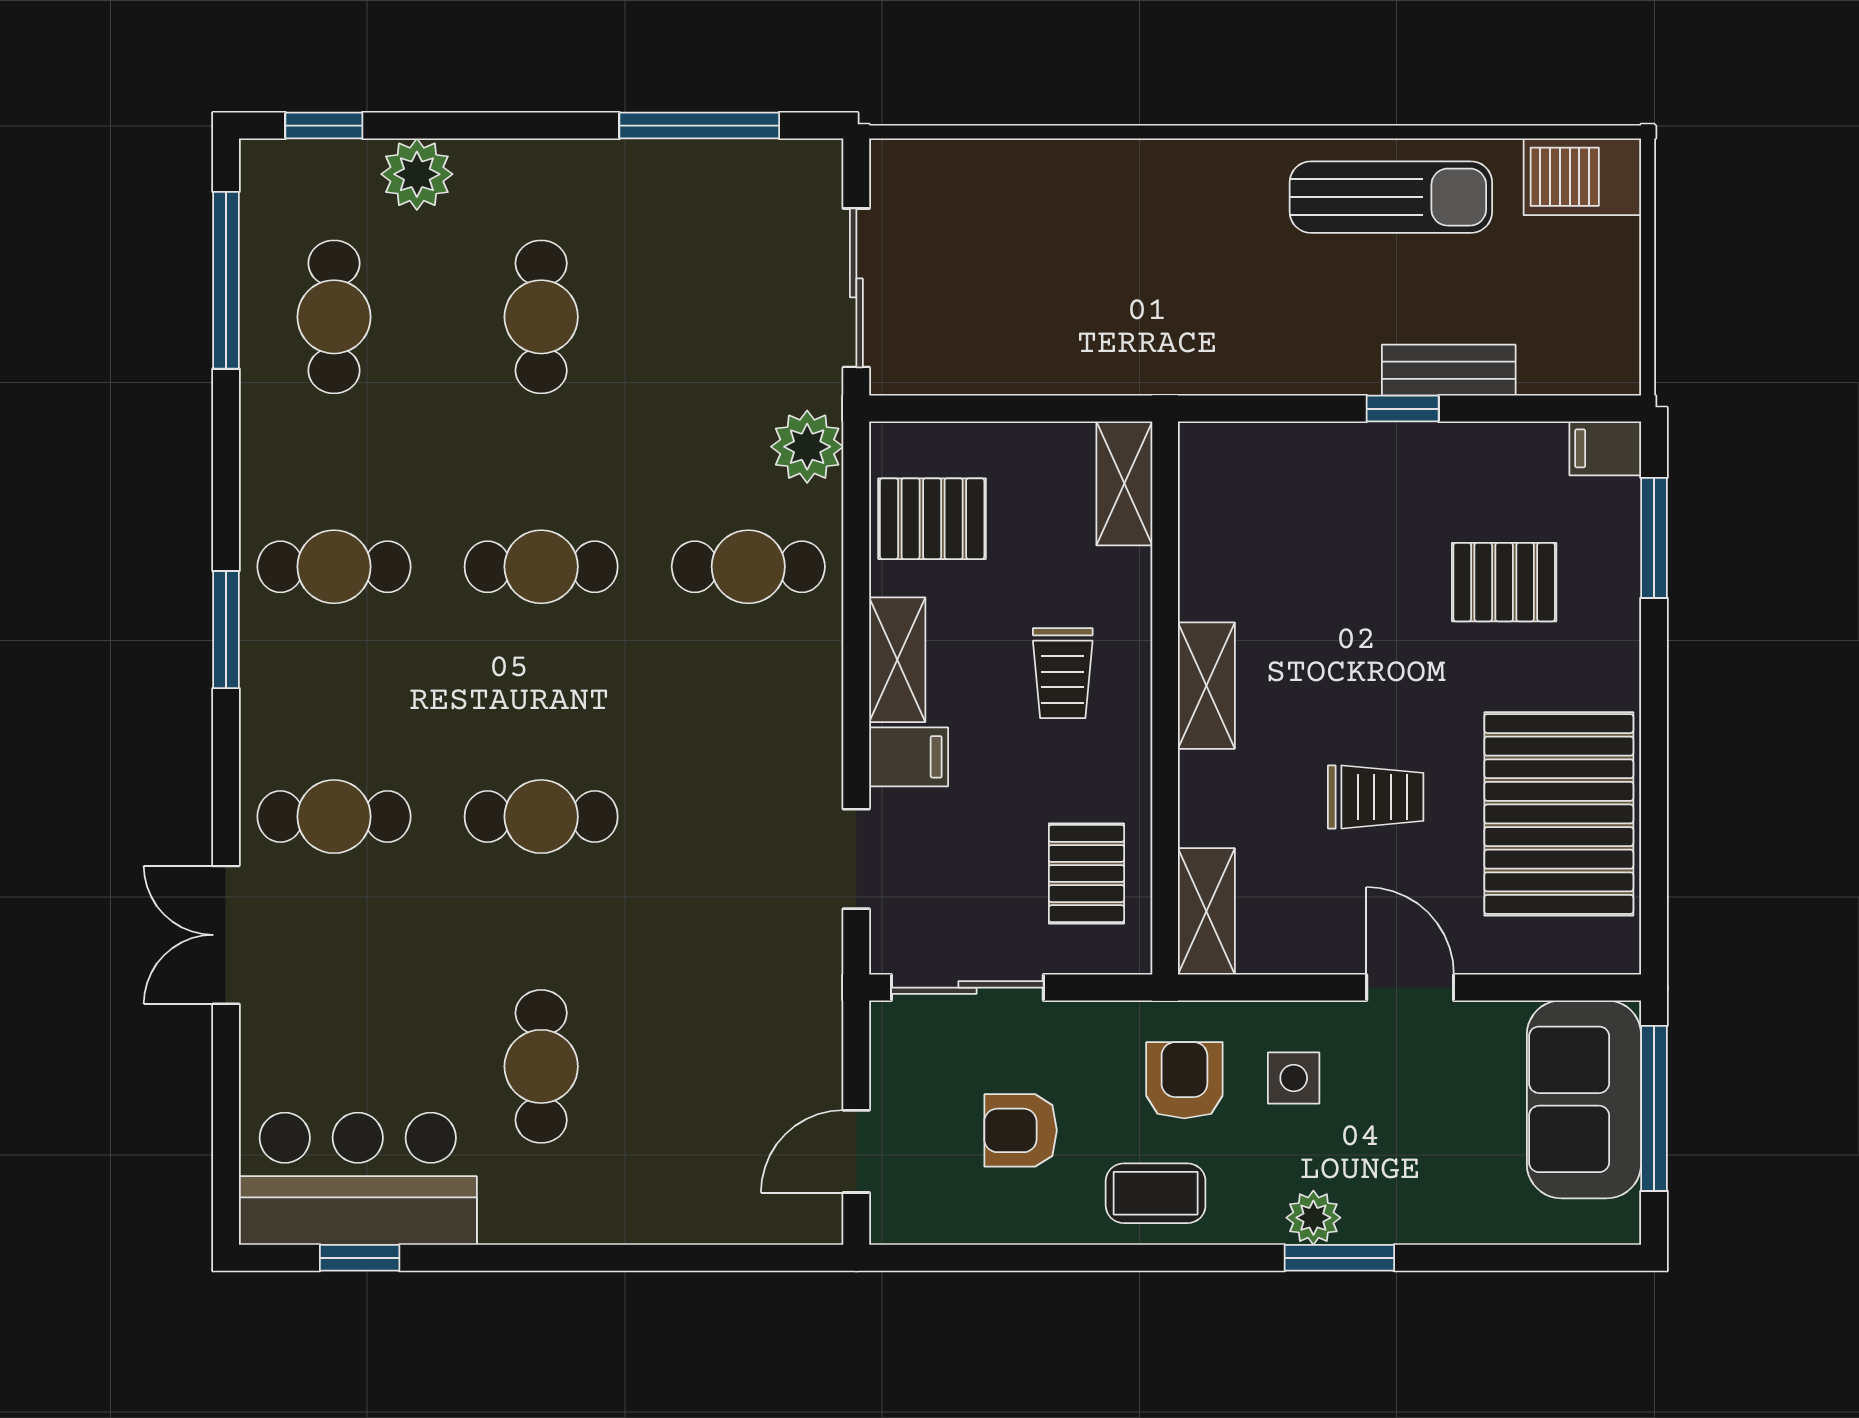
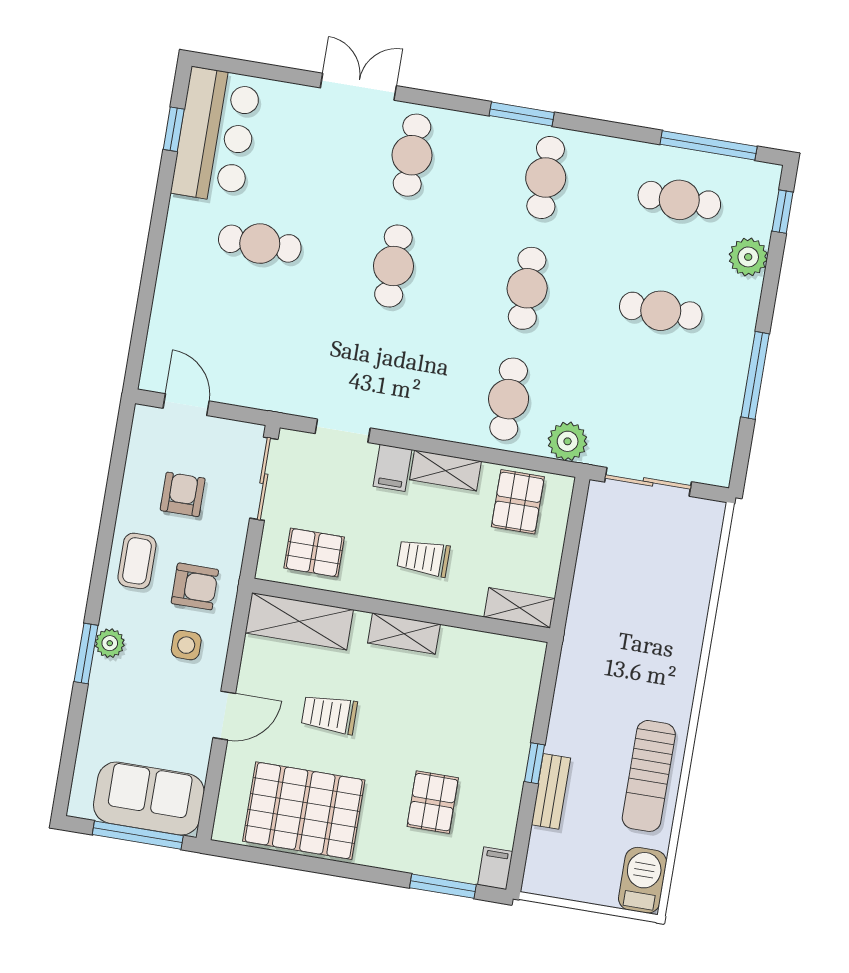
window: (699, 126) -> (755, 375), moved
trolley: (1376, 797) -> (329, 714), turned 90
shelving: (1206, 911) -> (299, 621), width x1.50, depth x1.33

